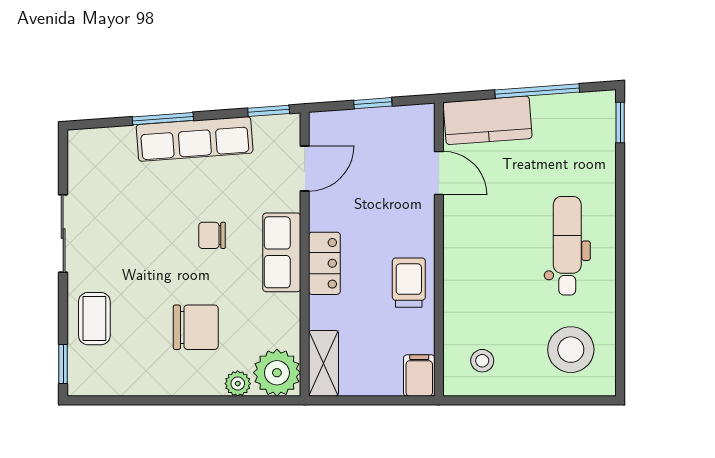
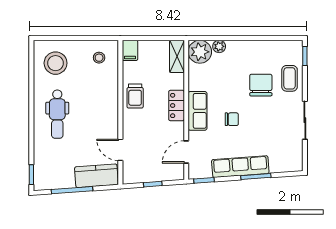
chair: (196, 327) -> (261, 85), moved, turned 90

